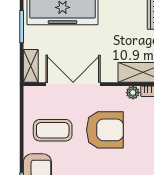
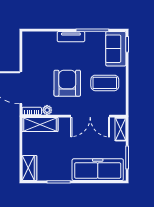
armchair: (105, 130) -> (67, 83), turned 90

